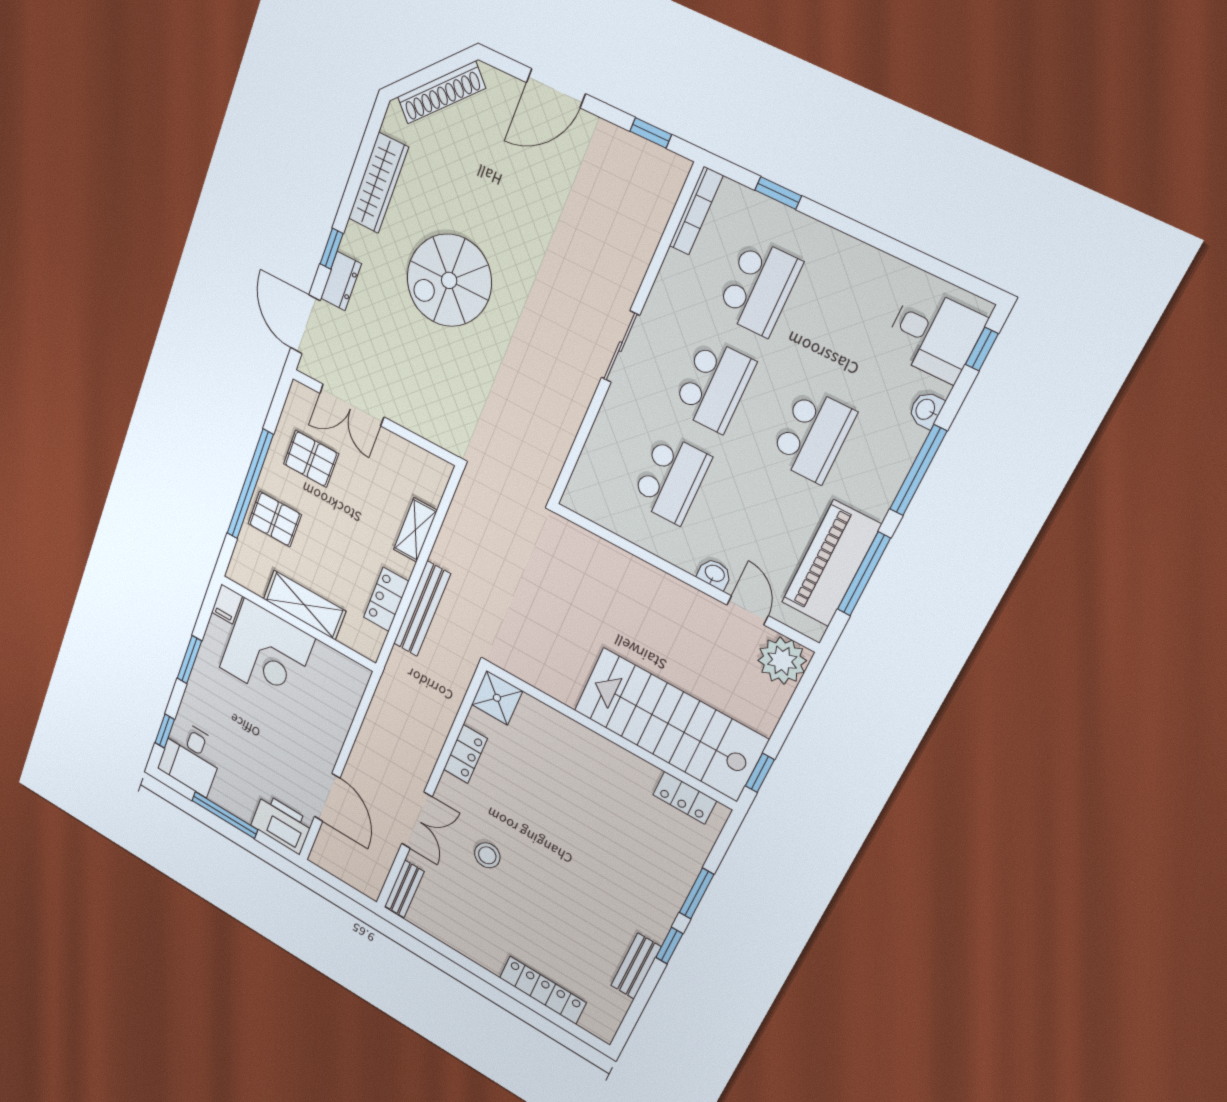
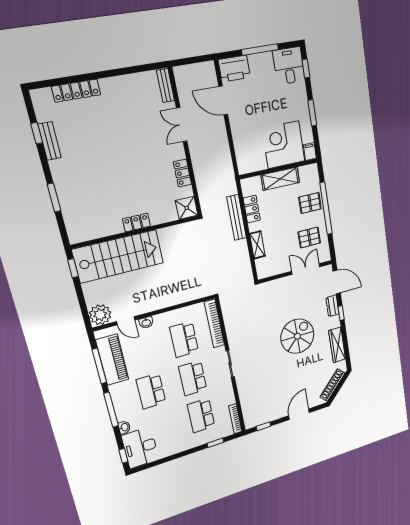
desk: (934, 334) -> (140, 448), width x1.37
bookcase: (593, 457) -> (214, 324), added
locker: (685, 798) -> (136, 222), moved
stool: (487, 855) -> (144, 135), removed
window: (669, 946) -> (37, 133), moved

